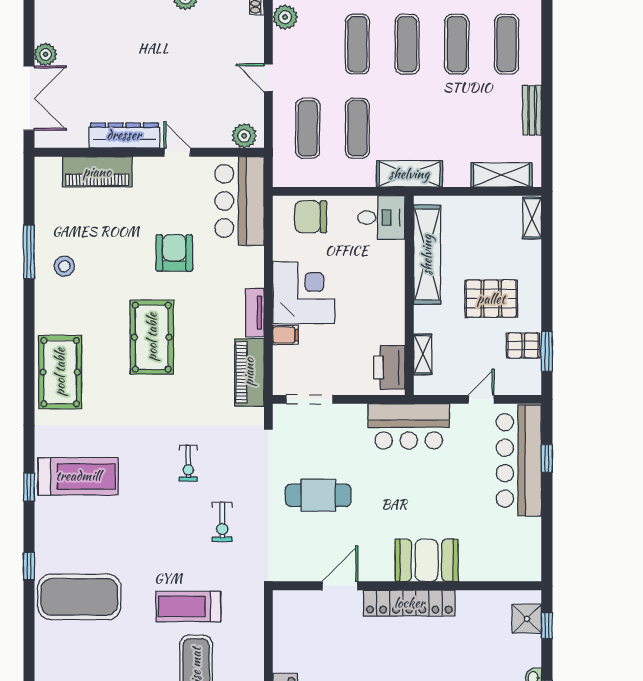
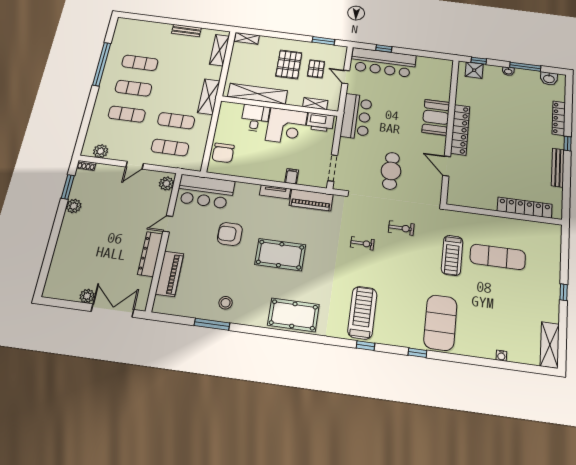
exercise mat: (507, 44) -> (146, 38), removed
desk: (381, 218) -> (255, 118), moved
corner desk: (304, 293) -> (287, 126), moved, turned 180
pallet: (523, 346) -> (316, 69), moved

